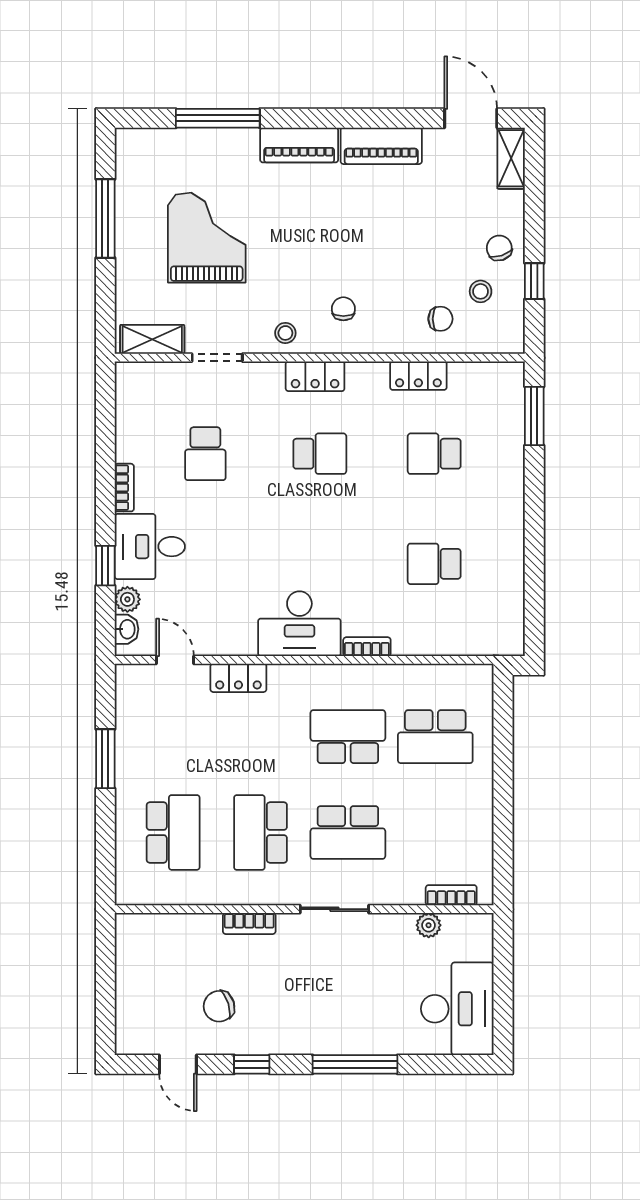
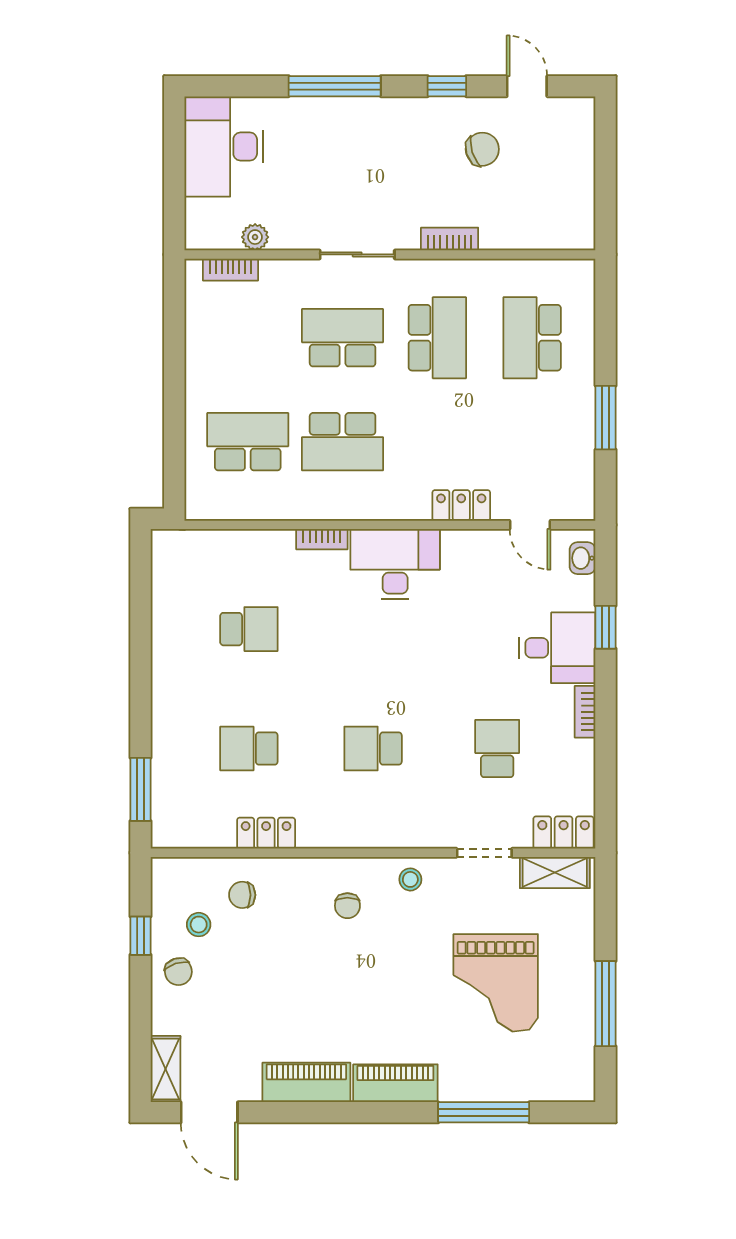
locker: (315, 376) -> (564, 833), moved
school desk: (434, 454) -> (249, 749), turned 180
plant: (127, 599) -> (582, 591), removed

